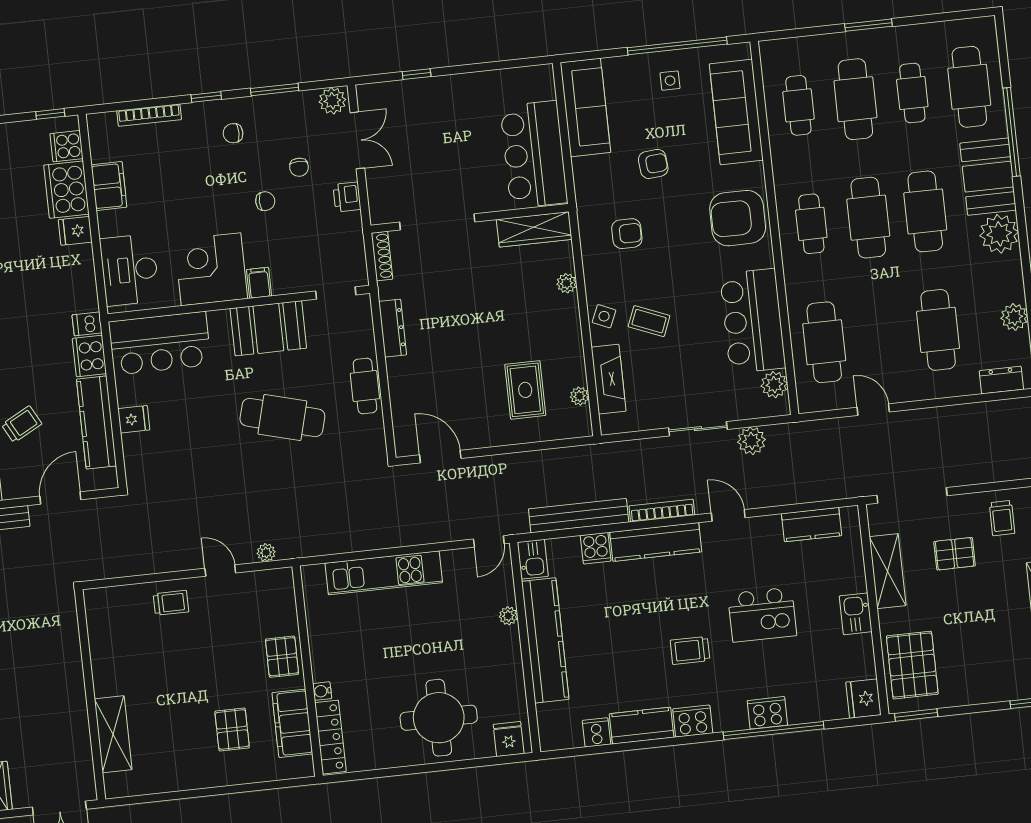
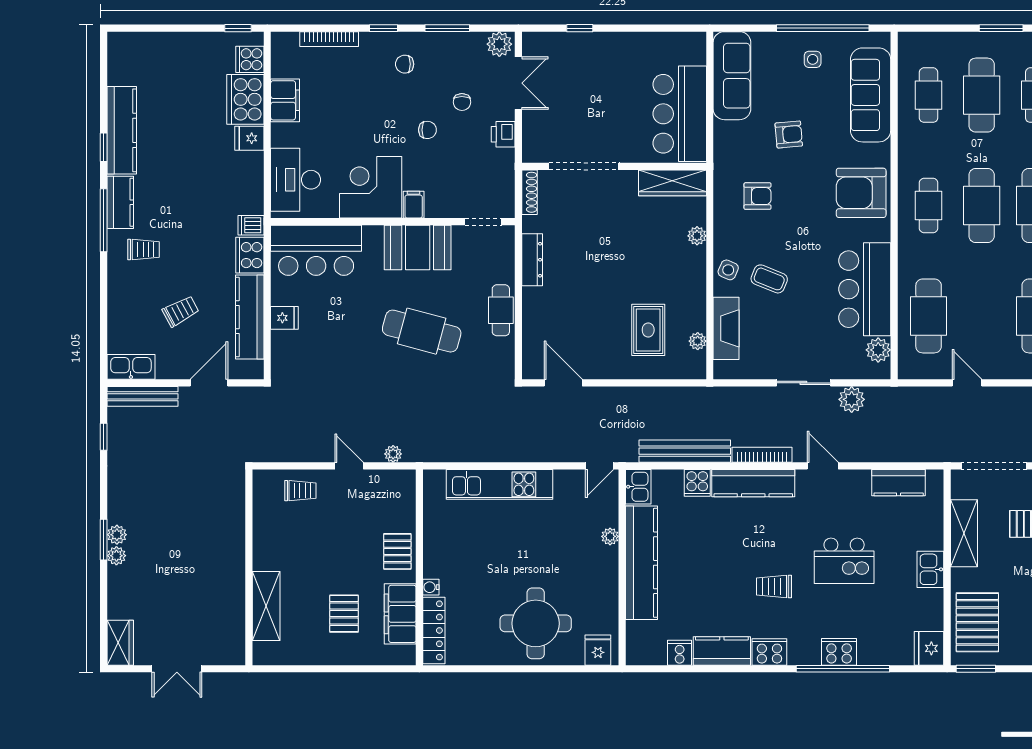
wall: (90, 695) -> (249, 567), moved
shelving: (113, 734) -> (266, 606), moved

